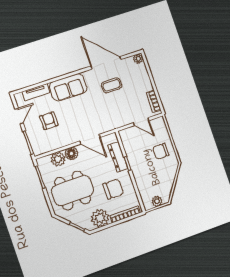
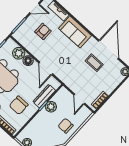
plant: (133, 156) -> (51, 107), added
chair: (113, 189) -> (19, 105), turned 90

